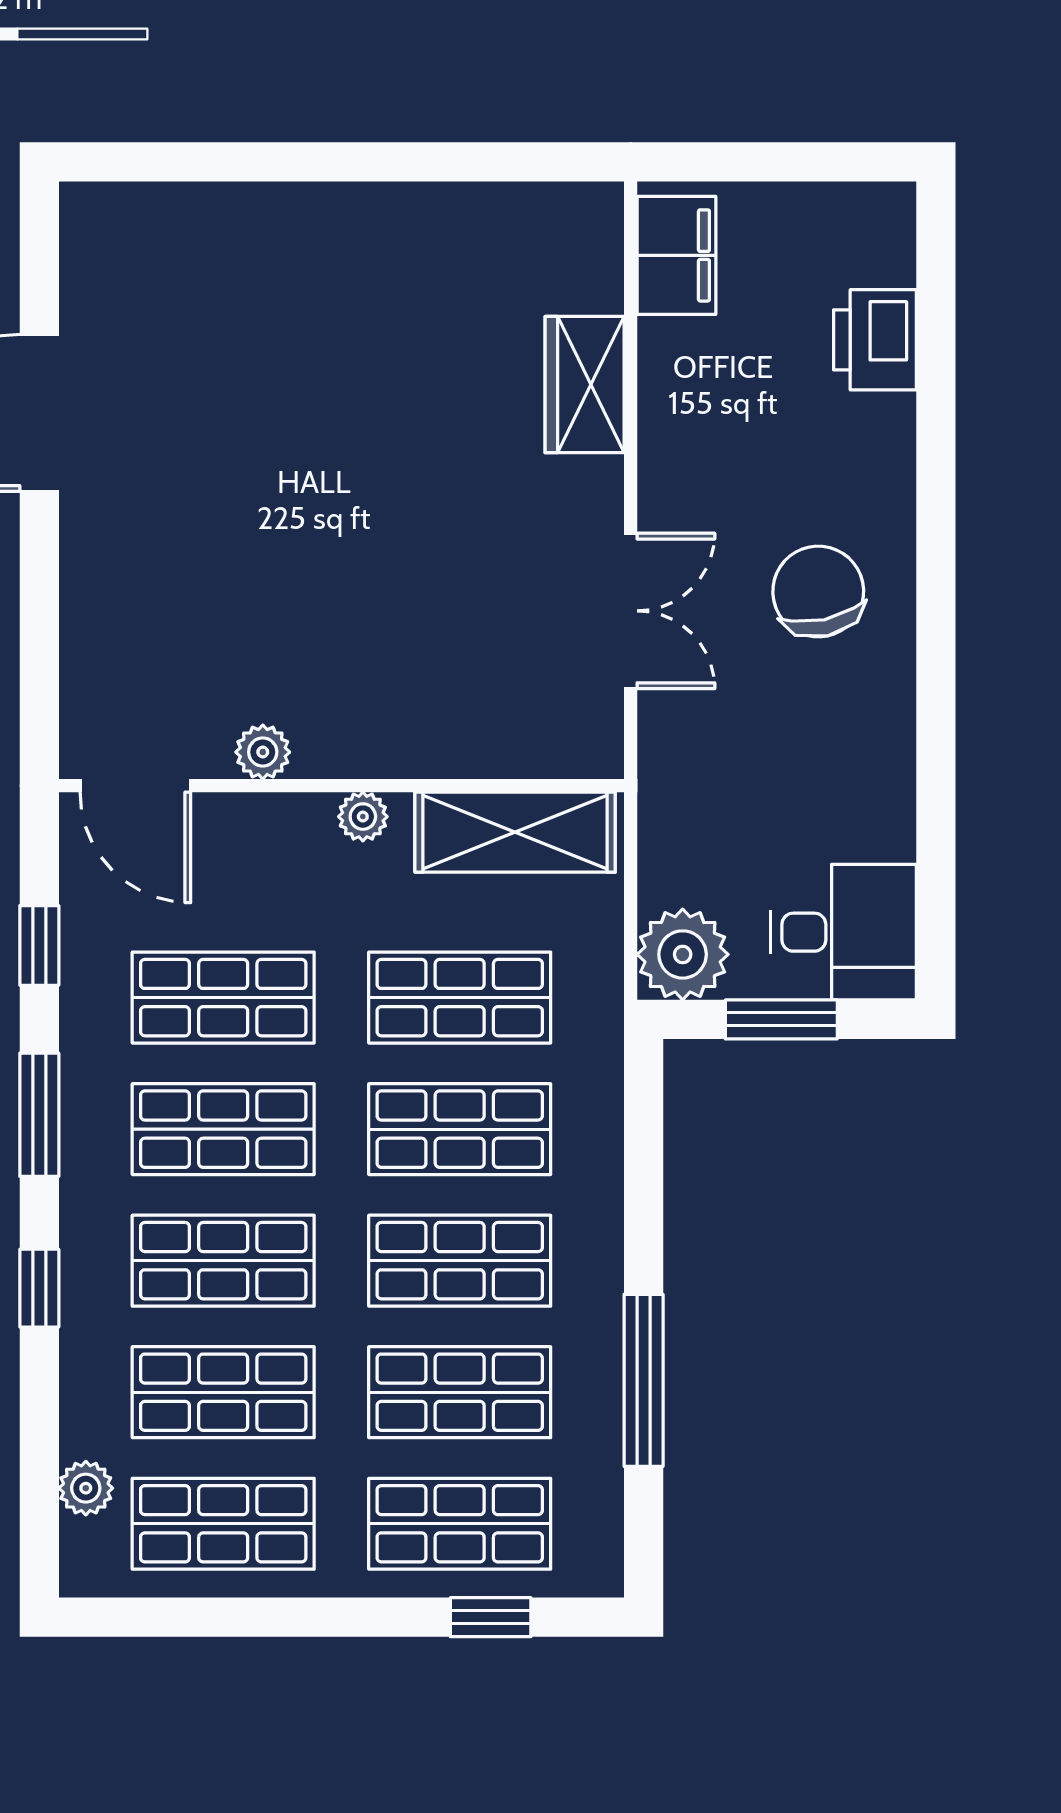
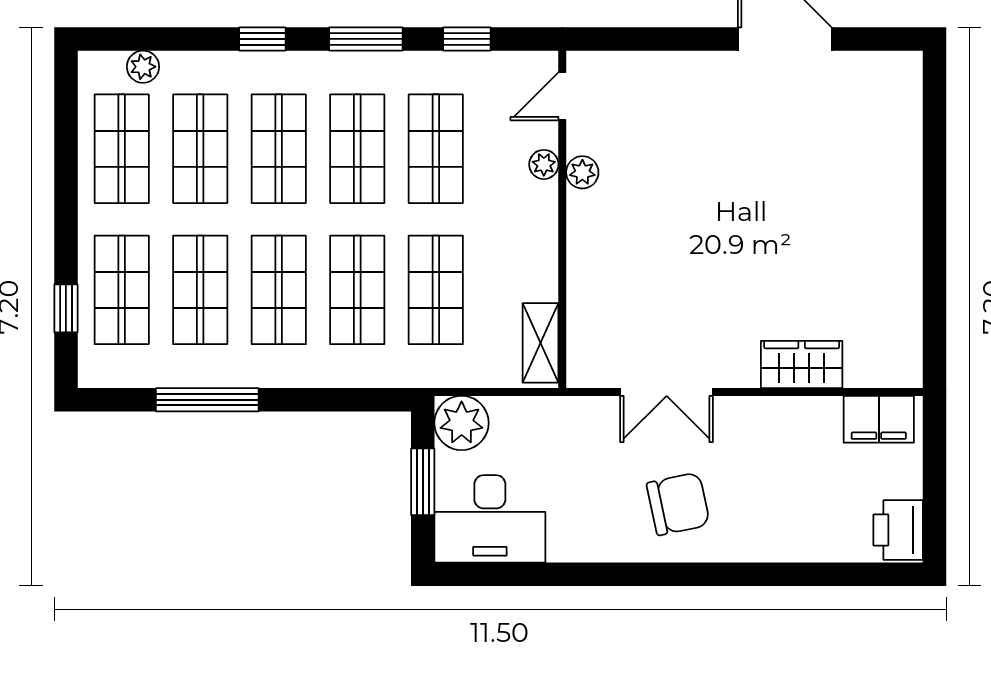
printer: (875, 340) -> (898, 530), moved, turned -90
door: (135, 786) -> (562, 96), width x0.73
plant: (363, 817) -> (544, 164), moved
shelving: (515, 832) -> (540, 343), width x0.67, depth x0.75
desk: (843, 932) -> (490, 519), width x1.37

